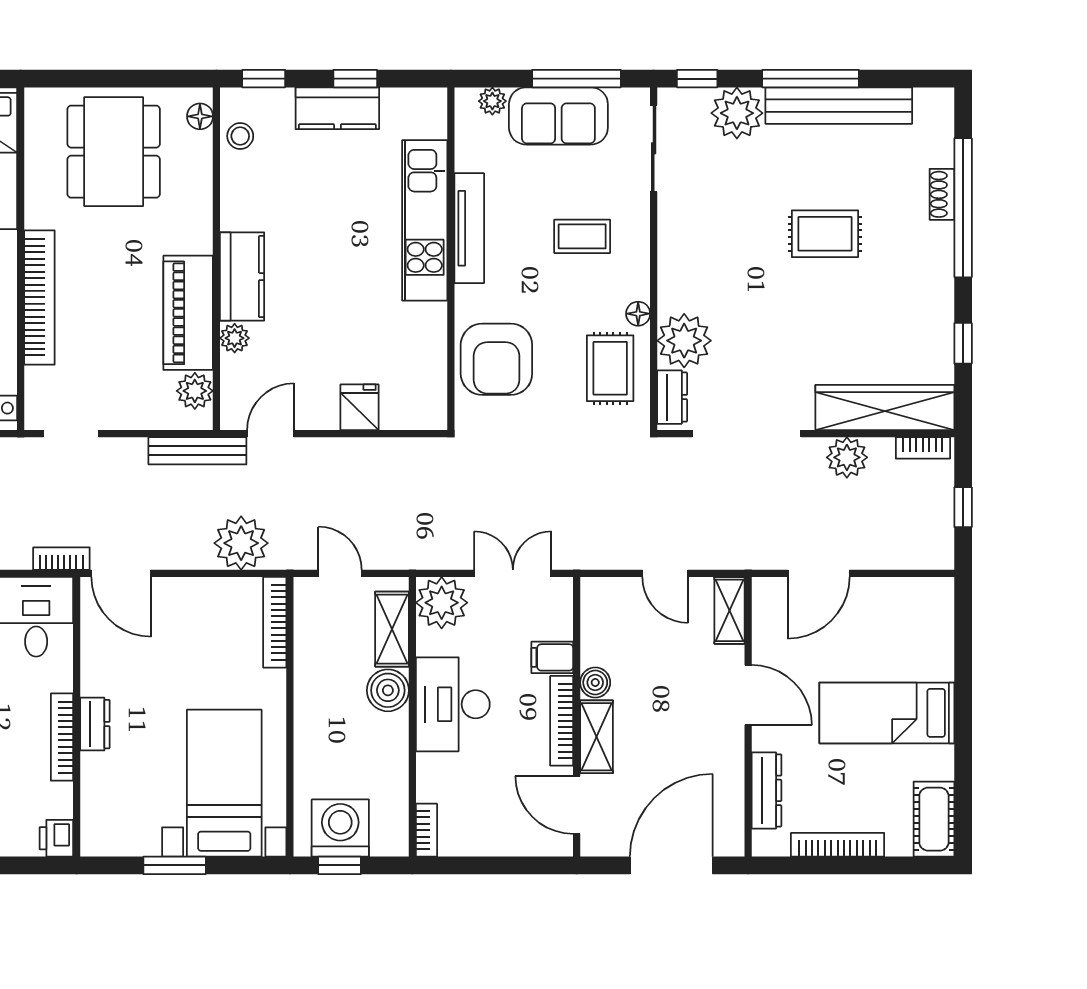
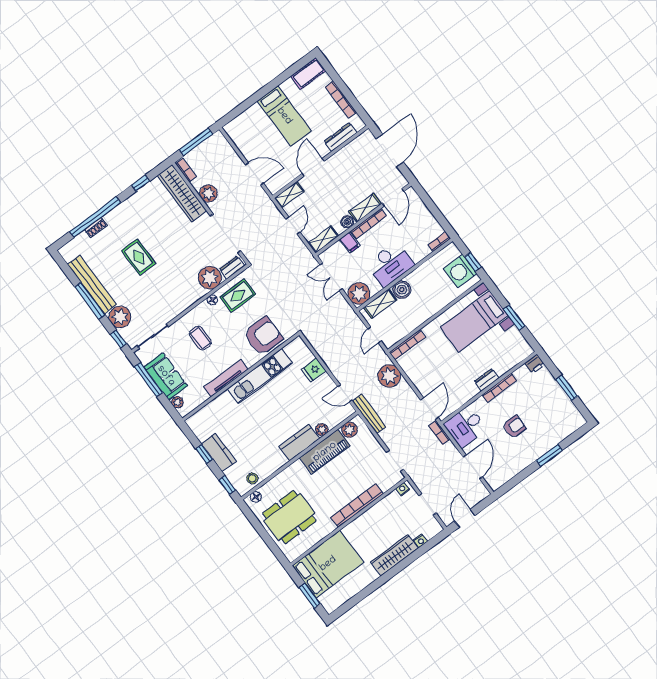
kitchen unit: (425, 220) -> (260, 376), moved
window: (963, 507) -> (196, 142), width x2.17
shelving: (596, 612) -> (323, 239), added
door: (671, 865) -> (390, 150), swing flipped

